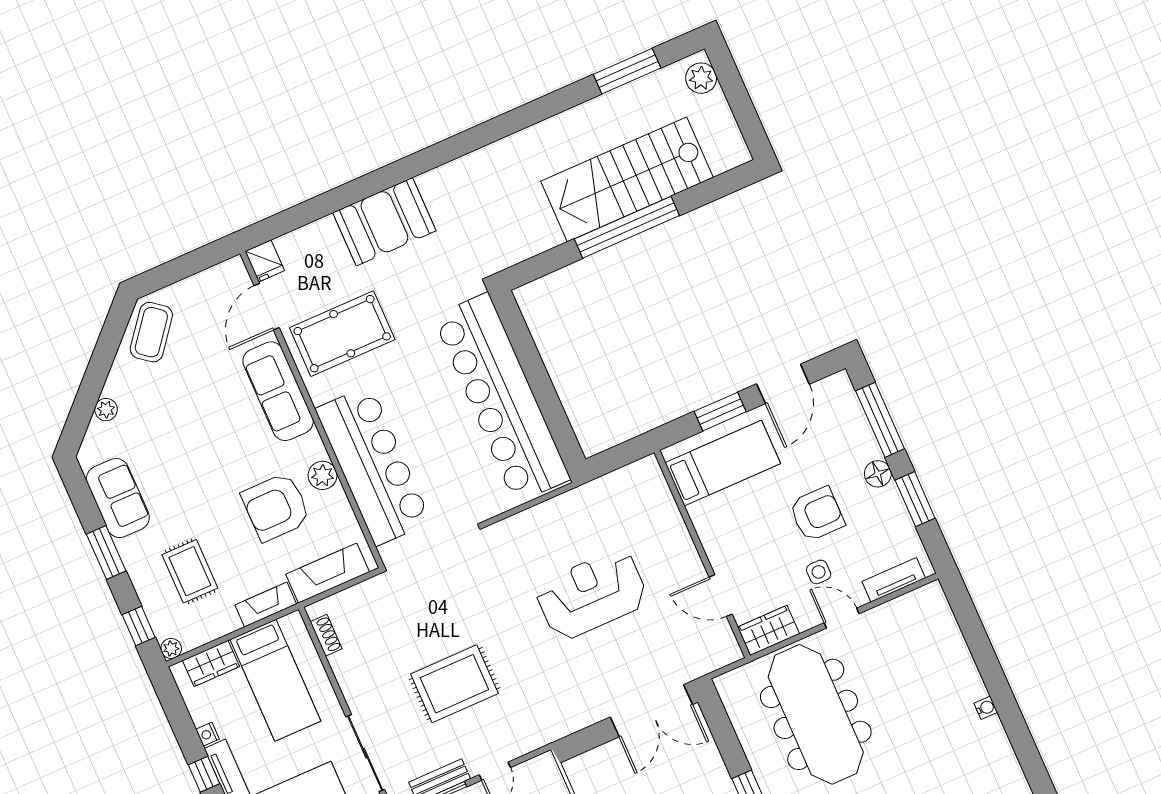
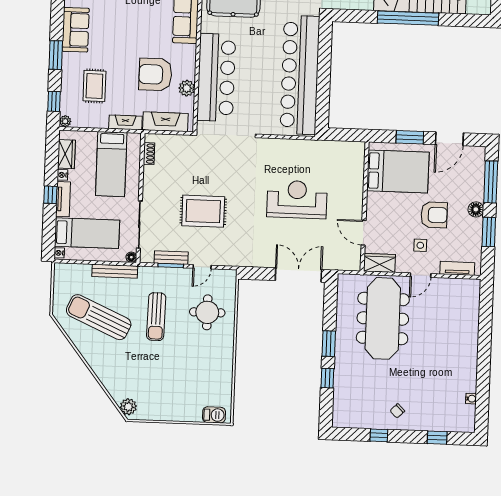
bed: (723, 463) -> (398, 171), width x1.50
plant: (323, 475) -> (187, 88), moved
door: (842, 618) -> (421, 275), swing flipped
wardrobe: (211, 663) -> (66, 154), moved, turned -90
water cooler: (986, 708) -> (471, 399), moved
double door: (651, 711) -> (298, 275), swing flipped

